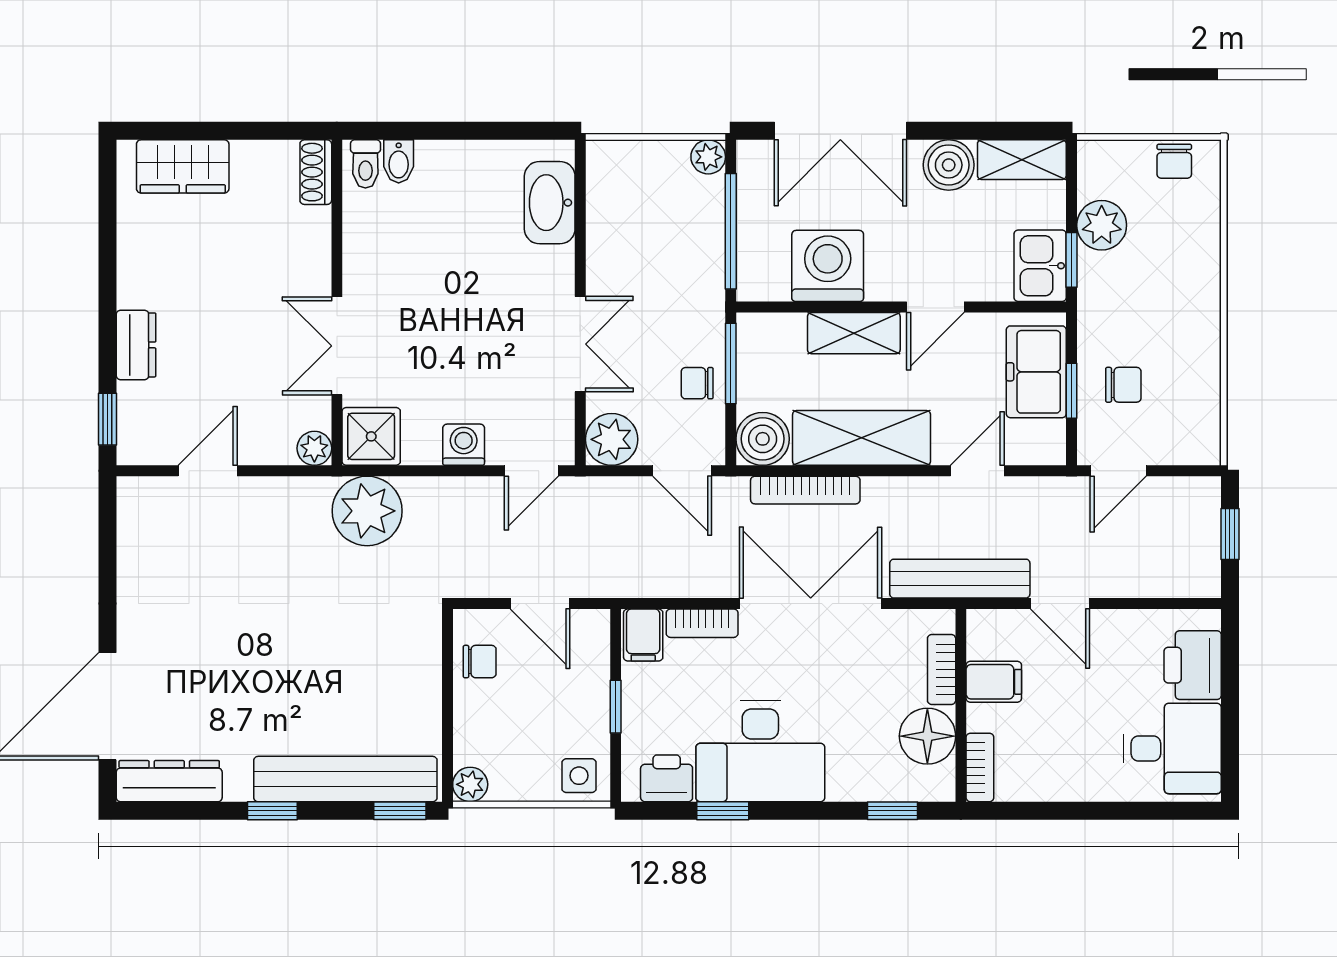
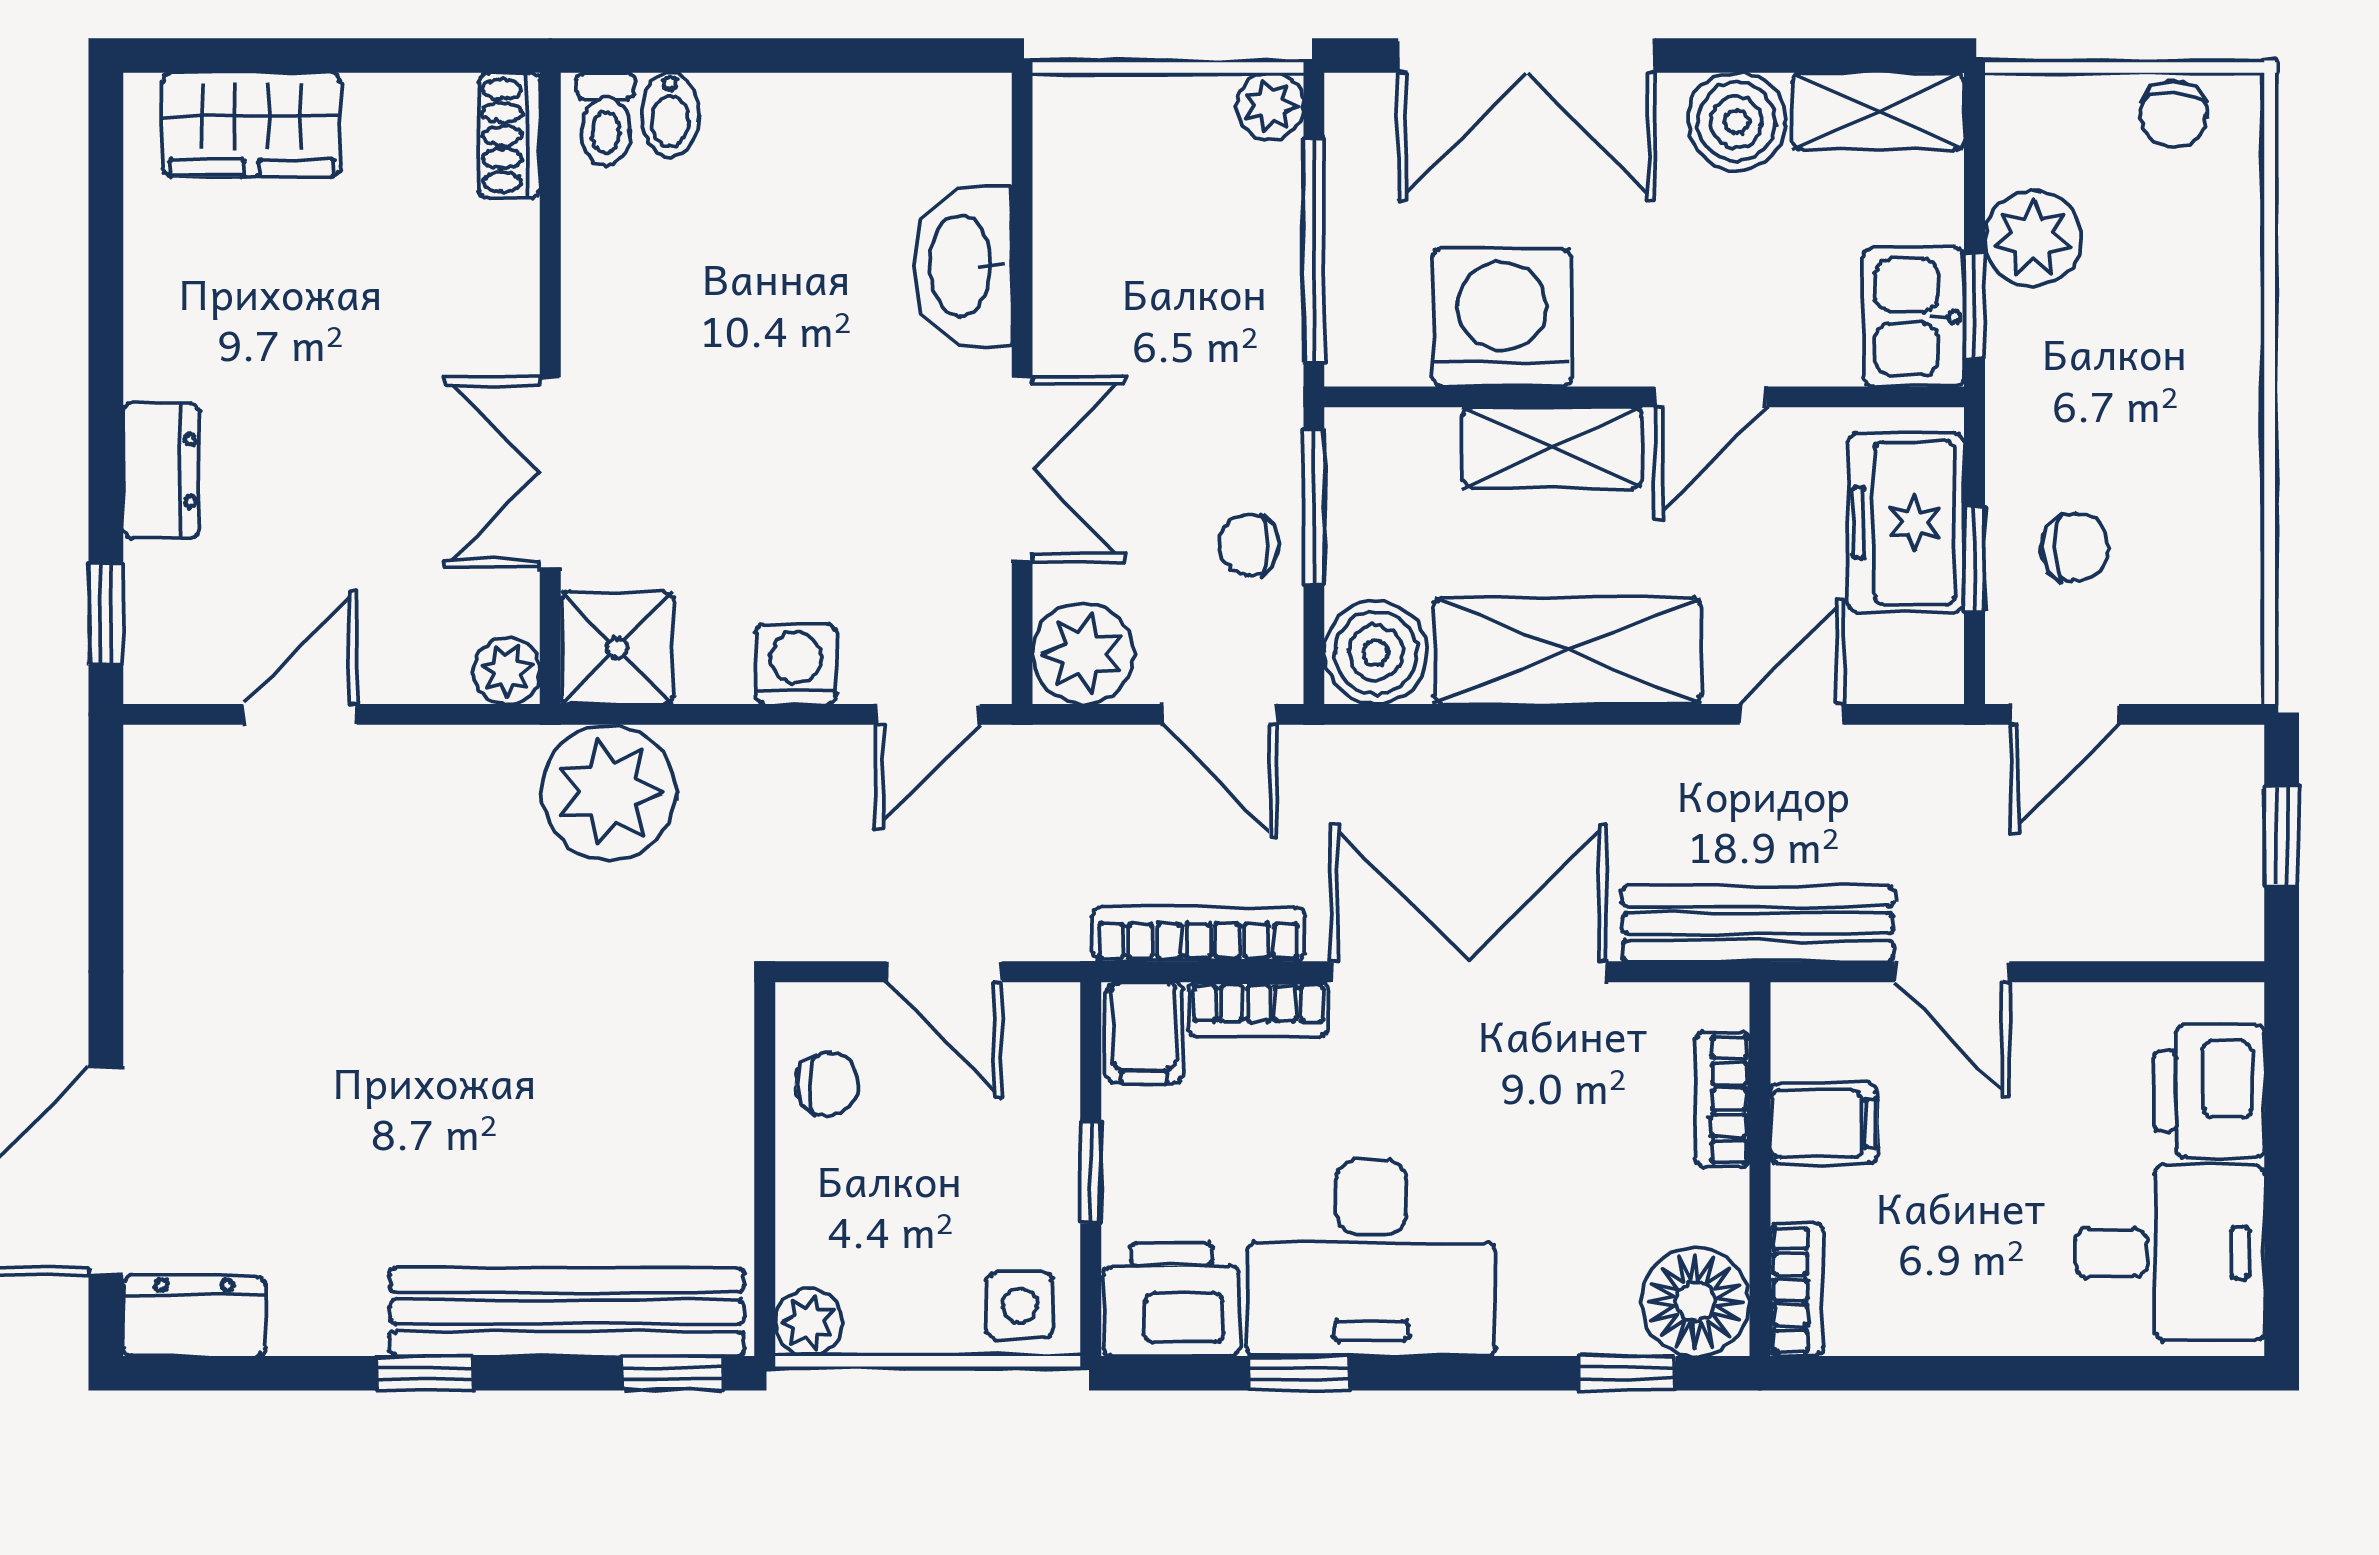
washbasin: (550, 203) -> (963, 266), moved
bookcase: (805, 490) -> (1198, 934), moved, turned 180
floor lamp: (927, 736) -> (1695, 1302), moved
printer: (667, 778) -> (1171, 1300), width x1.36, depth x1.24
dresser: (169, 781) -> (194, 1316), width x0.70

